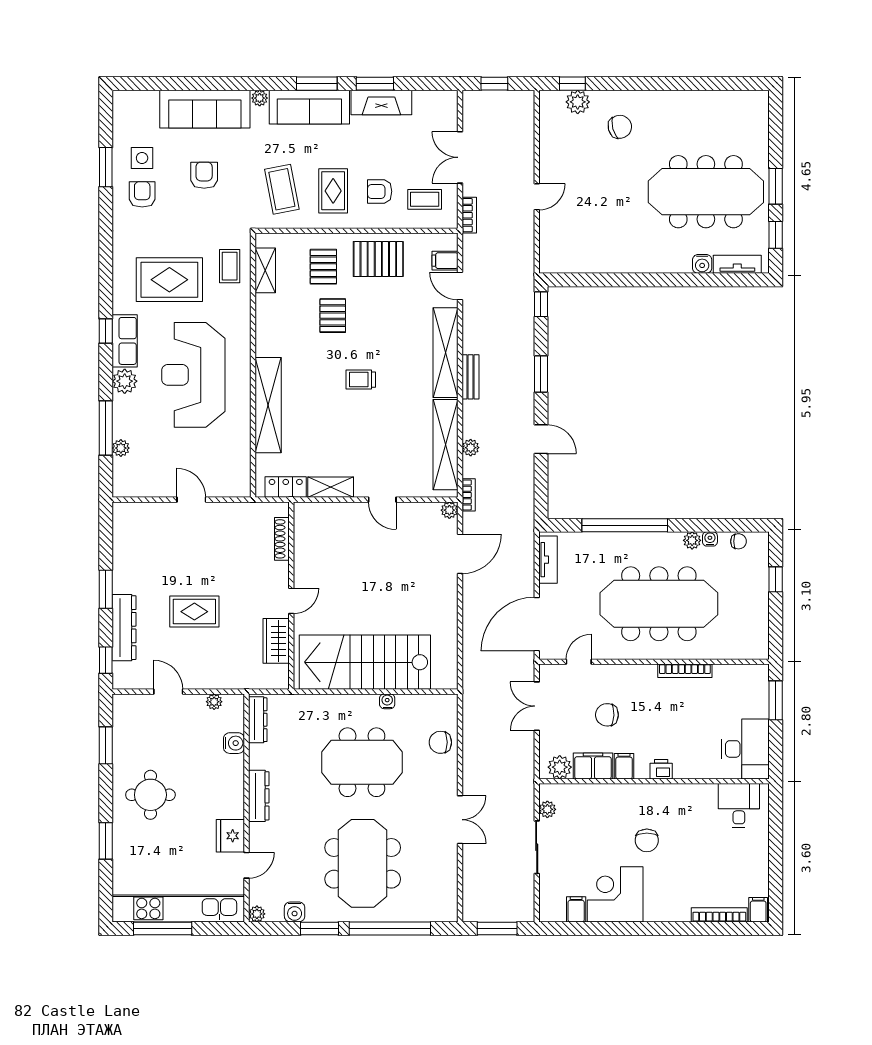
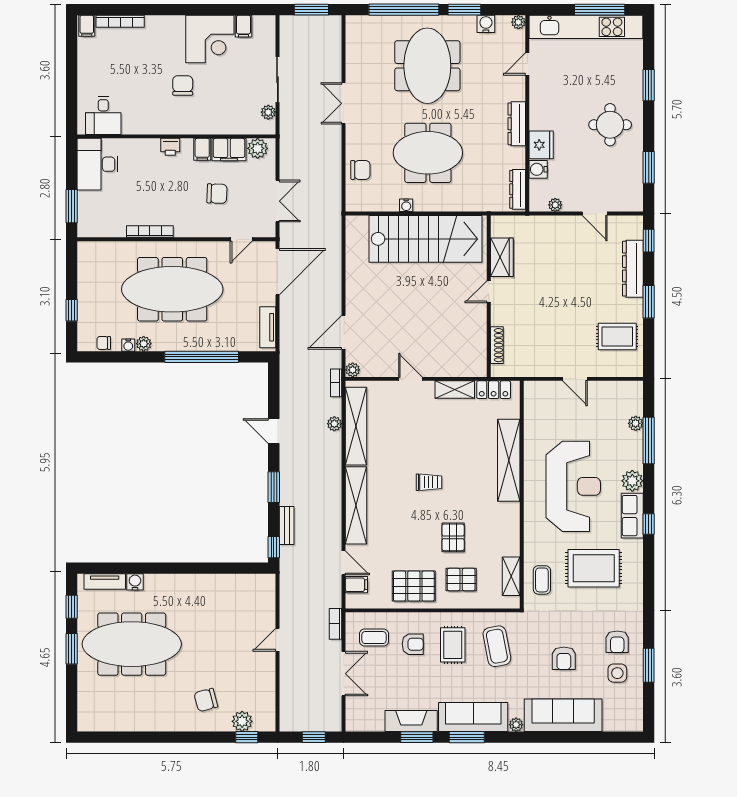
pallet: (323, 267) -> (461, 579), turned 90
bench: (471, 377) -> (287, 525), moved
rug: (194, 612) -> (617, 336), moved
fridge: (230, 836) -> (541, 145), moved

